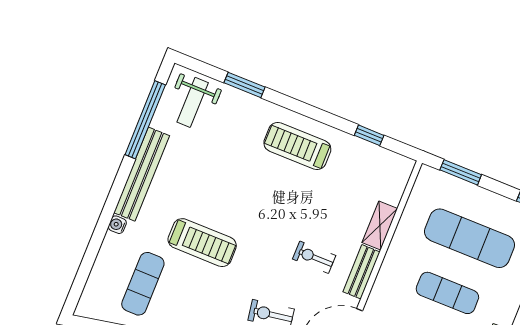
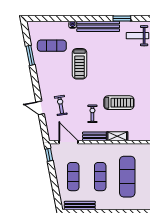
window: (145, 120) -> (122, 18), width x0.47
treadmill: (297, 146) -> (119, 103), moved, turned 90

